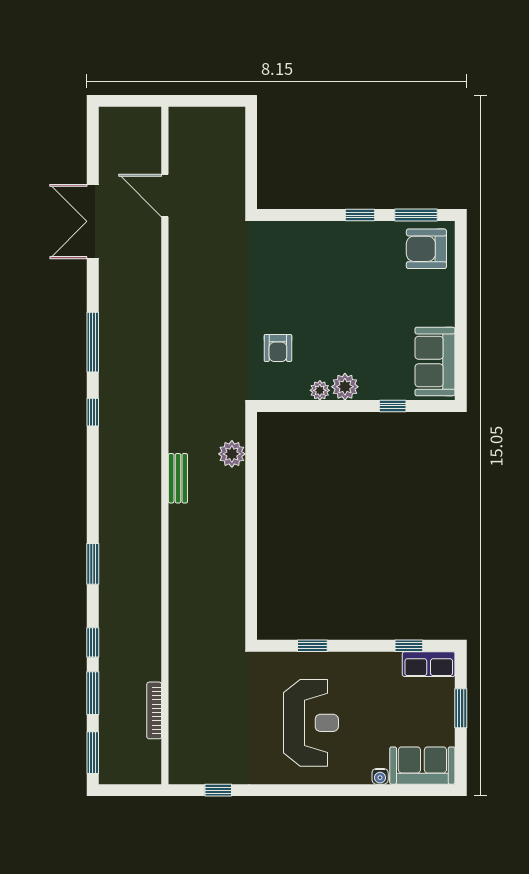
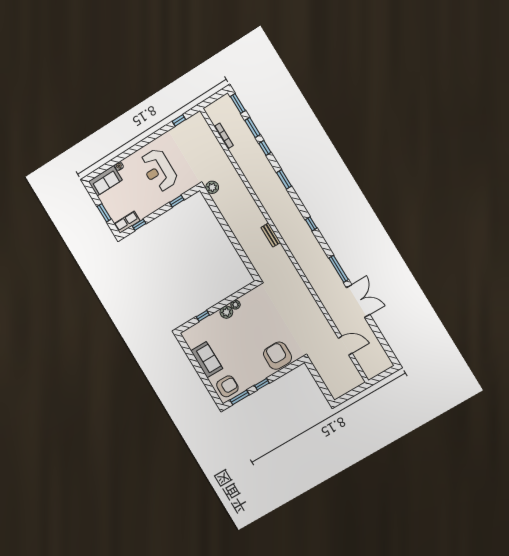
double door: (93, 221) -> (358, 301), moved
armchair: (278, 348) -> (278, 356), moved, width x1.88, depth x1.88
sofa: (435, 362) -> (207, 360), moved
window: (93, 412) -> (311, 224), moved
plant: (232, 454) -> (212, 187), moved

